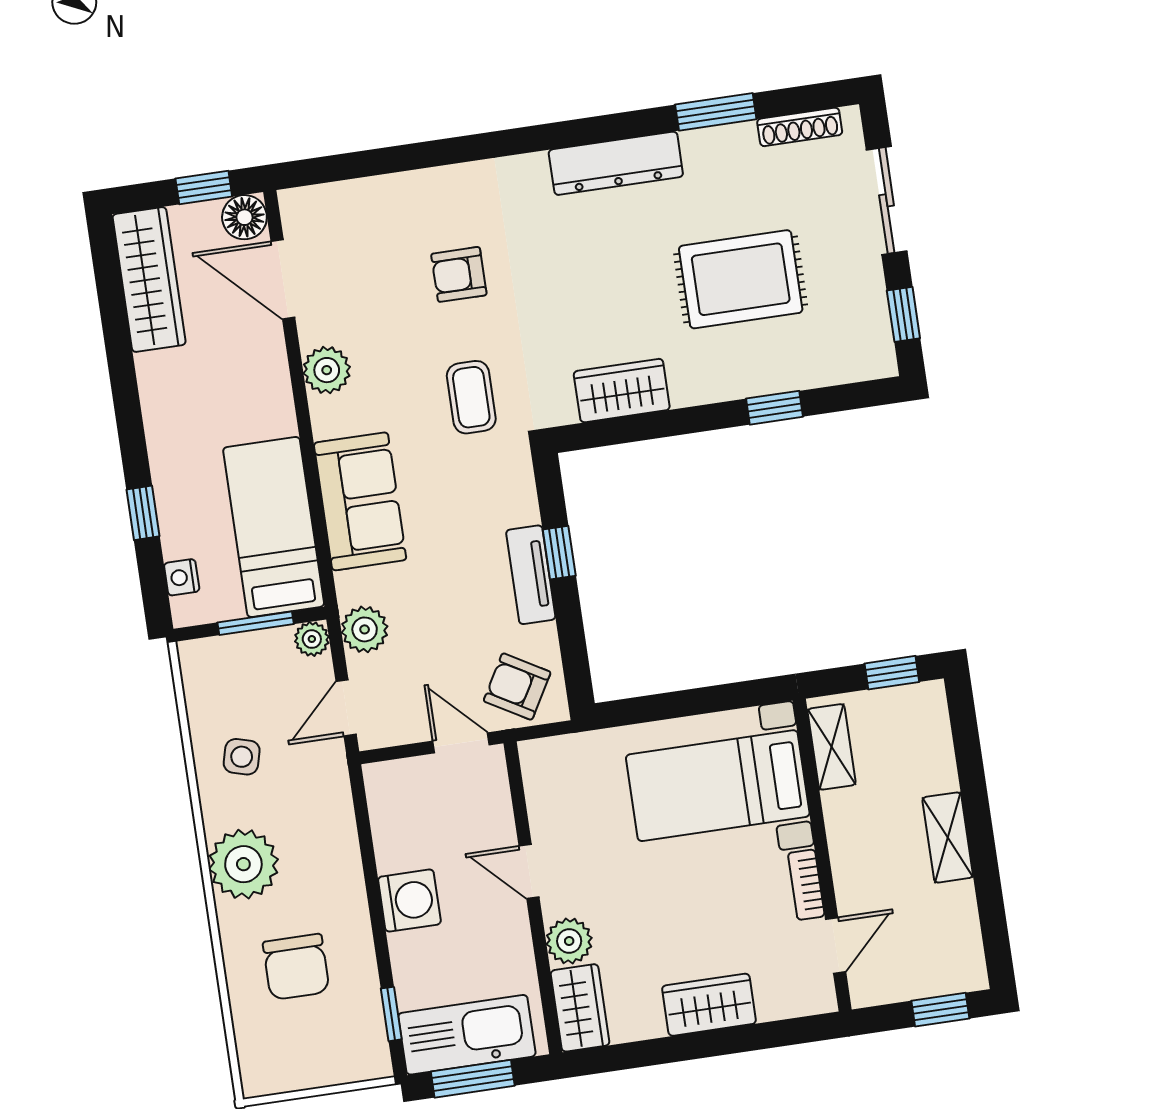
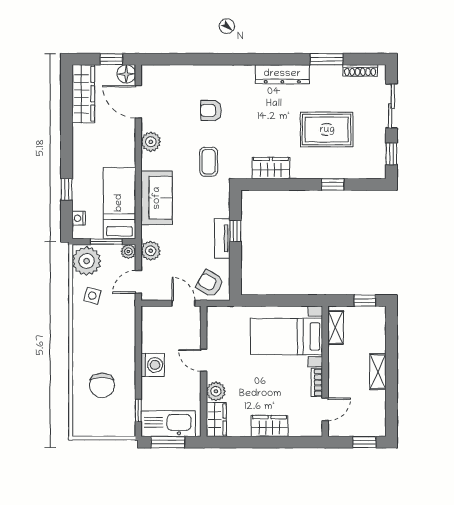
plant: (243, 864) -> (87, 261), moved

